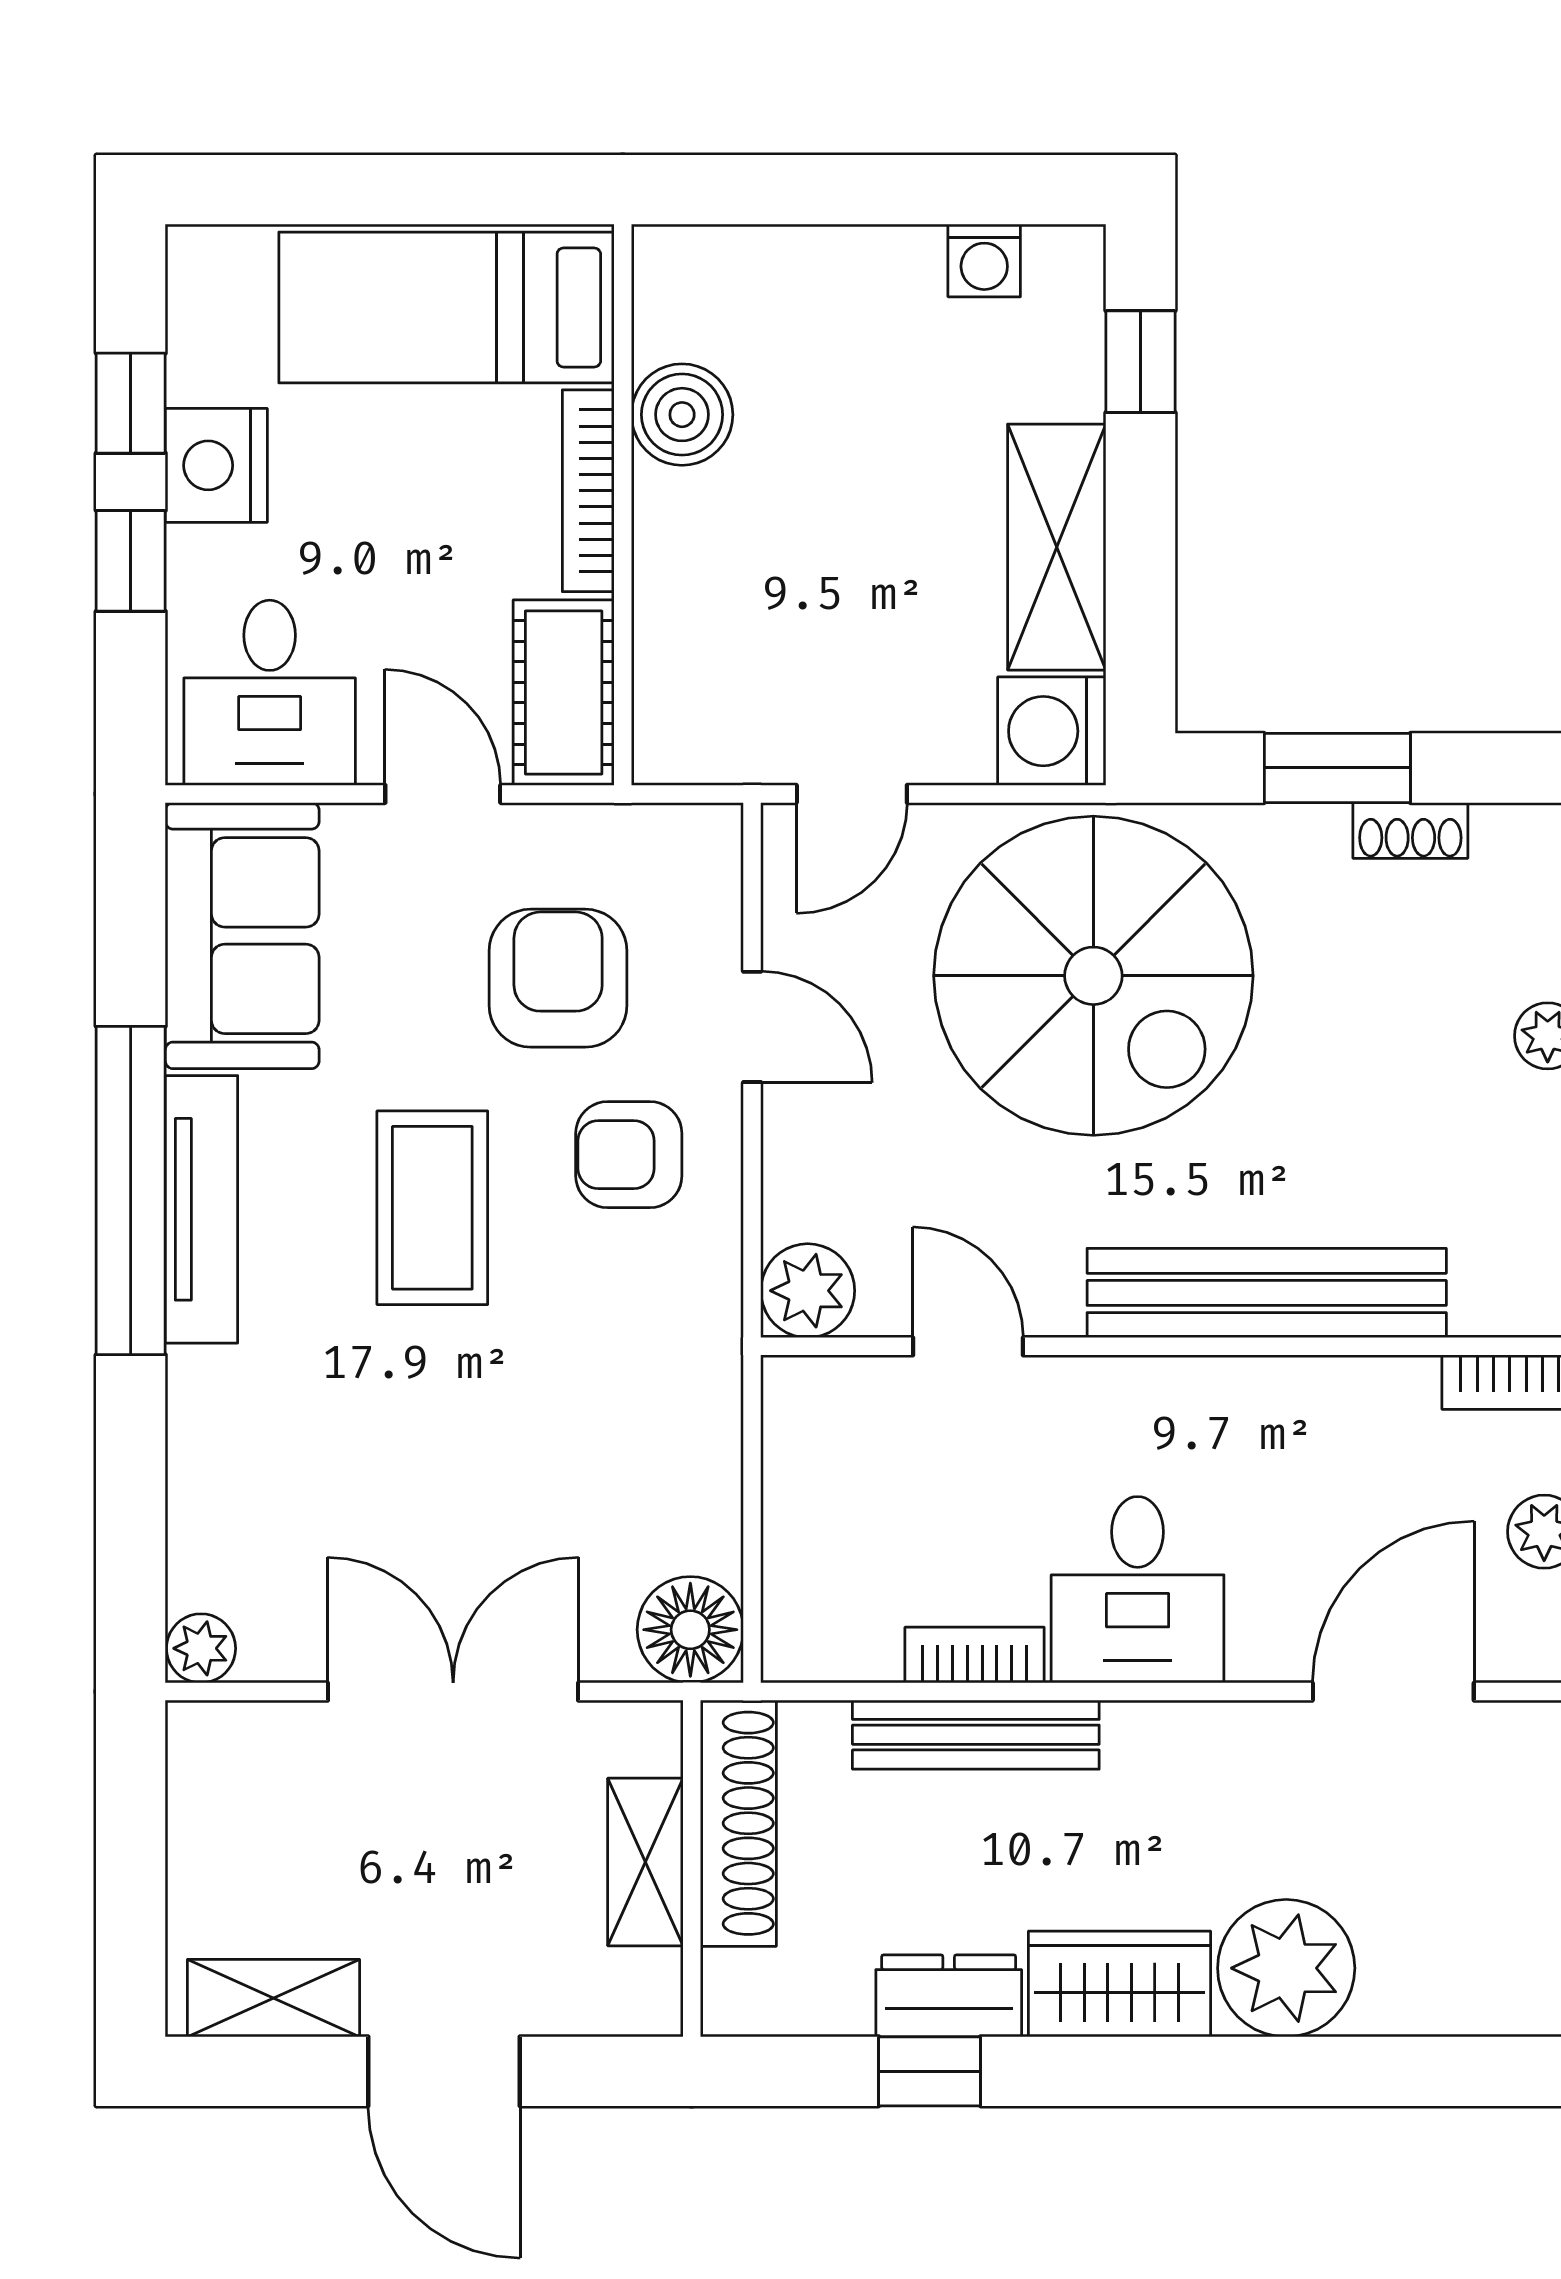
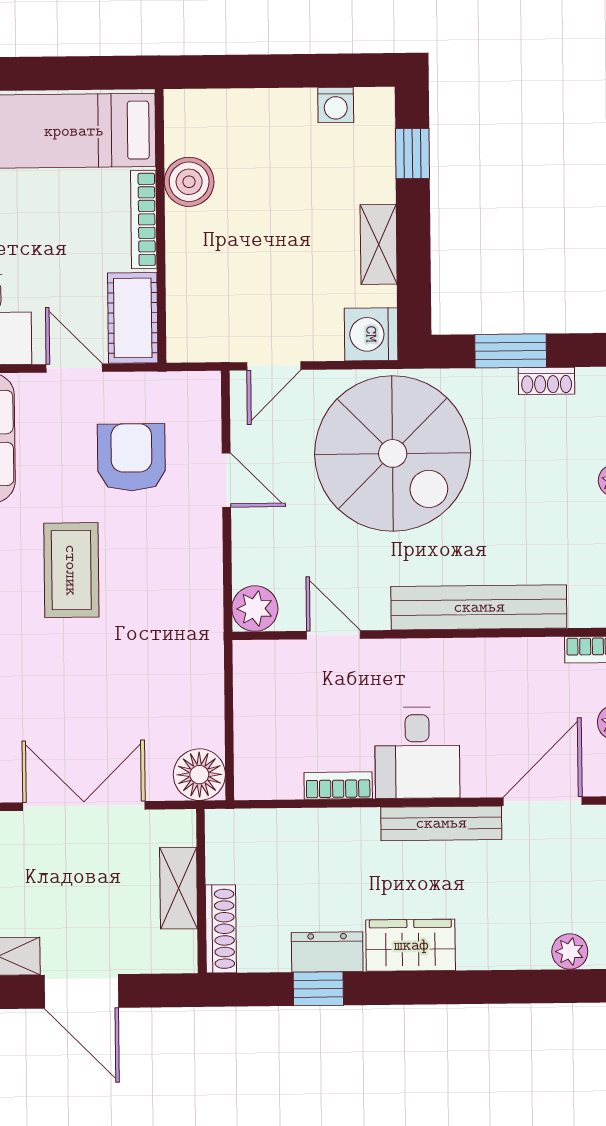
shelving: (1057, 547) -> (379, 244), width x0.67, depth x0.75
armchair: (629, 1155) -> (167, 543), removed
bench: (976, 1735) -> (441, 823), moved
shoe rack: (738, 1823) -> (221, 929), moved, width x0.74, depth x0.81
plant: (1286, 1968) -> (570, 951), moved, width x0.53, depth x0.53

